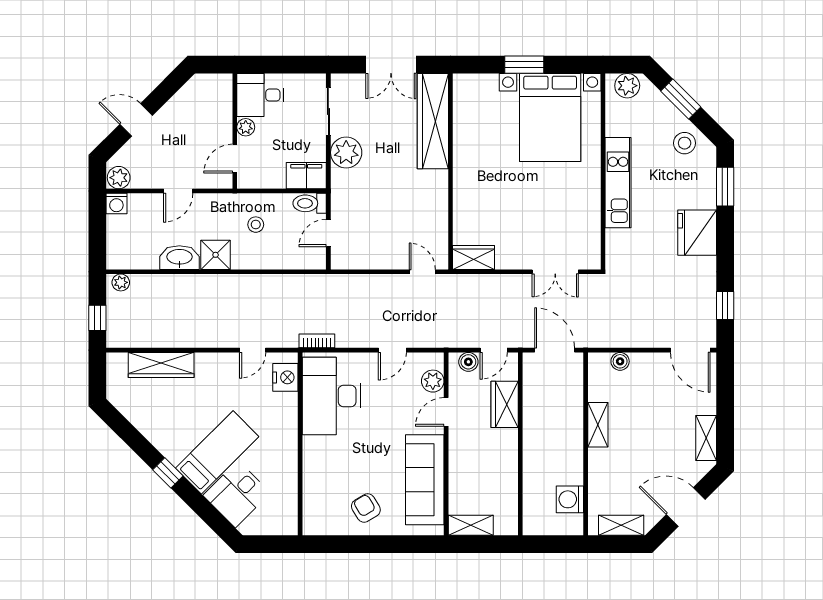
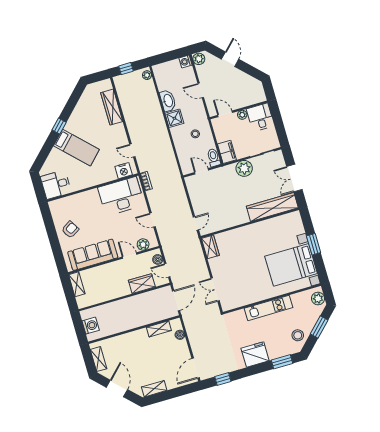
shelving: (598, 425) -> (159, 329), moved
desk: (237, 494) -> (56, 185), moved, turned -45
washing machine: (570, 499) -> (91, 326), moved, turned 90

